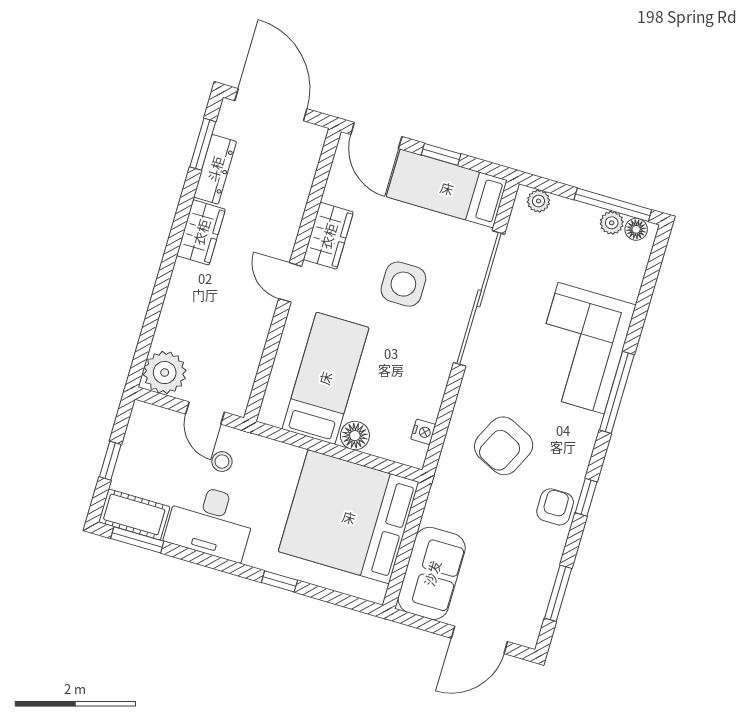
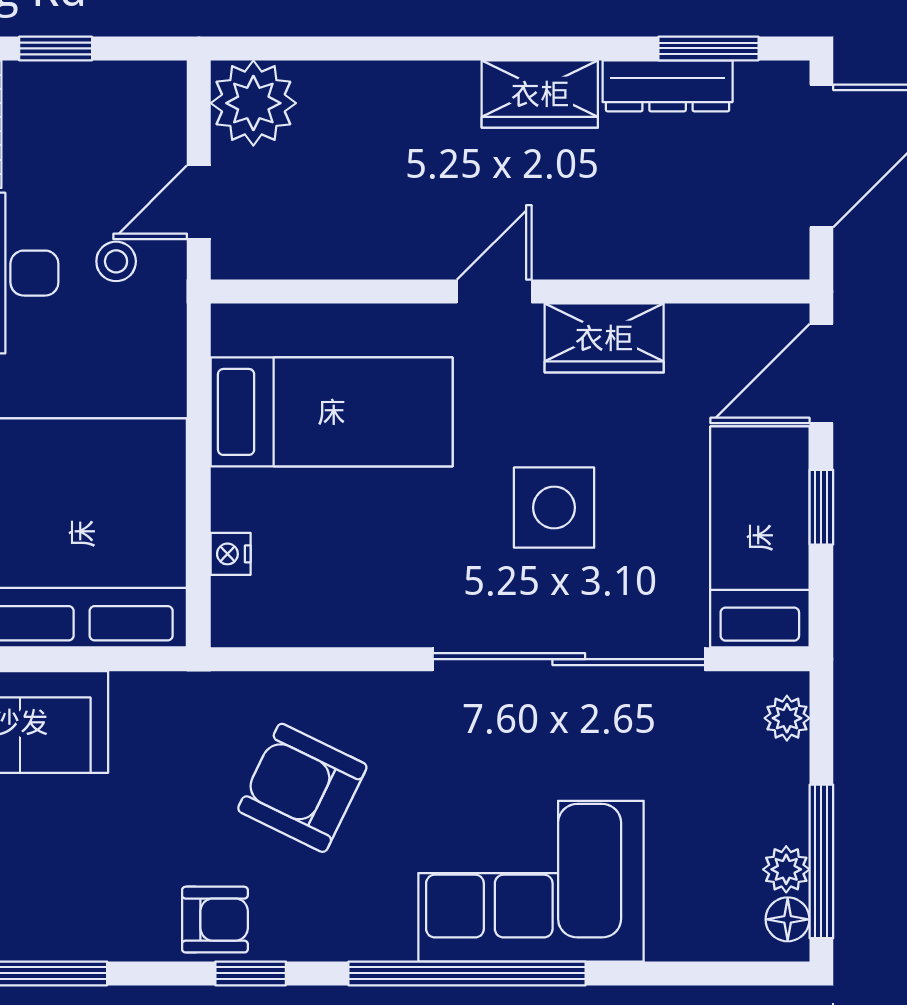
window: (617, 392) -> (467, 973), width x1.46
nightstand: (423, 432) -> (231, 554), moved, turned 90
floor lamp: (355, 436) -> (239, 500), removed

